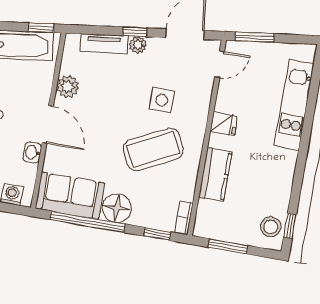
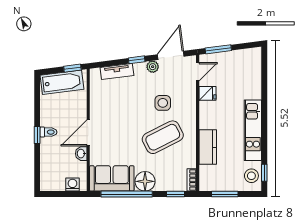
plant: (138, 45) -> (153, 67), moved
plant: (68, 87) -> (97, 105), removed
kitchen unit: (294, 105) -> (253, 130), moved
door: (48, 124) -> (88, 133), swing flipped
fridge: (224, 124) -> (207, 93), moved

